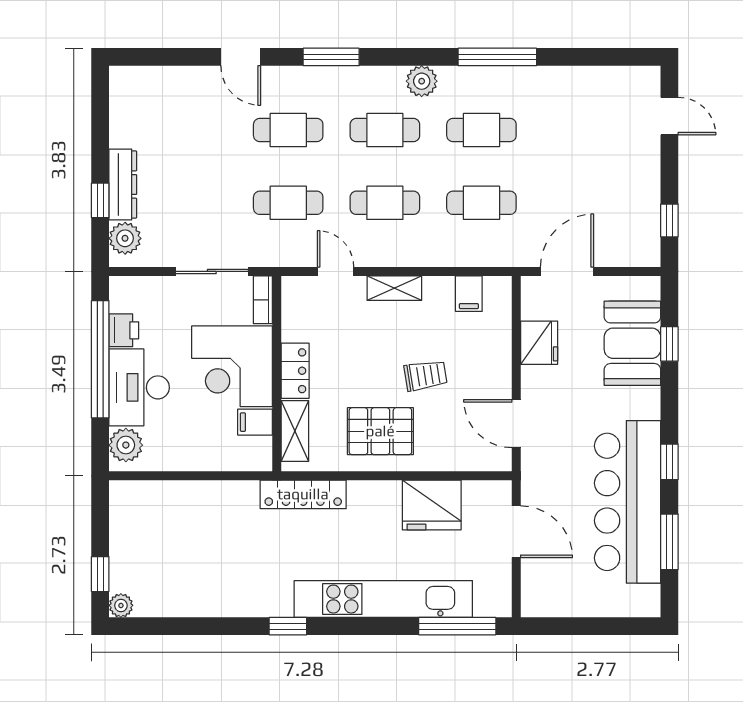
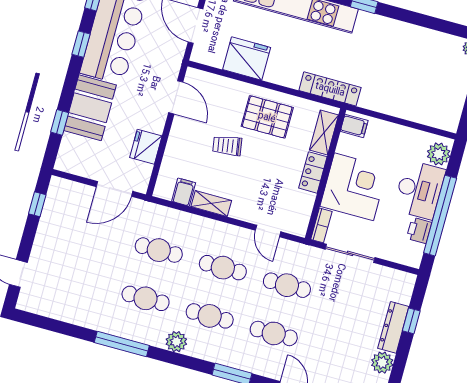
plant: (125, 238) -> (382, 363), moved
shelving: (394, 288) -> (211, 204), moved
booth: (632, 343) -> (90, 108), moved
filing cabinet: (255, 422) -> (354, 126), moved

